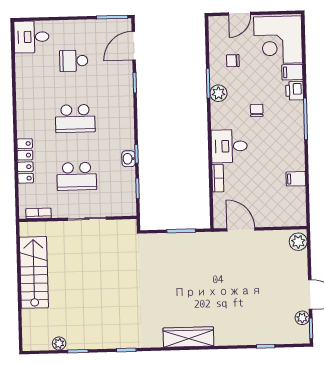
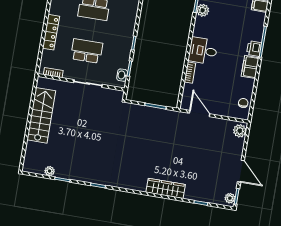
printer: (295, 91) -> (254, 49), moved
chair: (257, 110) -> (243, 103), moved
washbasin: (128, 159) -> (122, 75), moved
school desk: (77, 176) -> (87, 51), turned 180
filing cabinet: (296, 179) -> (250, 67), moved, width x2.00
plant: (302, 318) -> (230, 198), moved
wardrobe: (188, 337) -> (166, 188), moved

